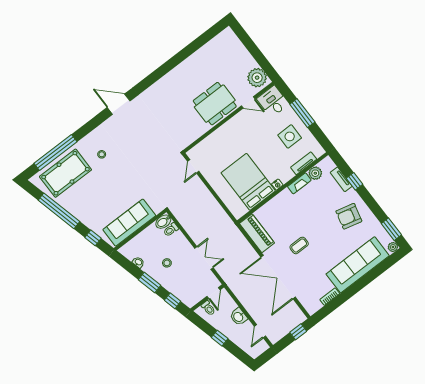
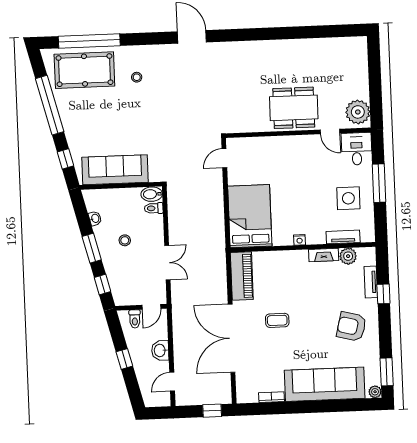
bed: (248, 182) -> (250, 216), moved

